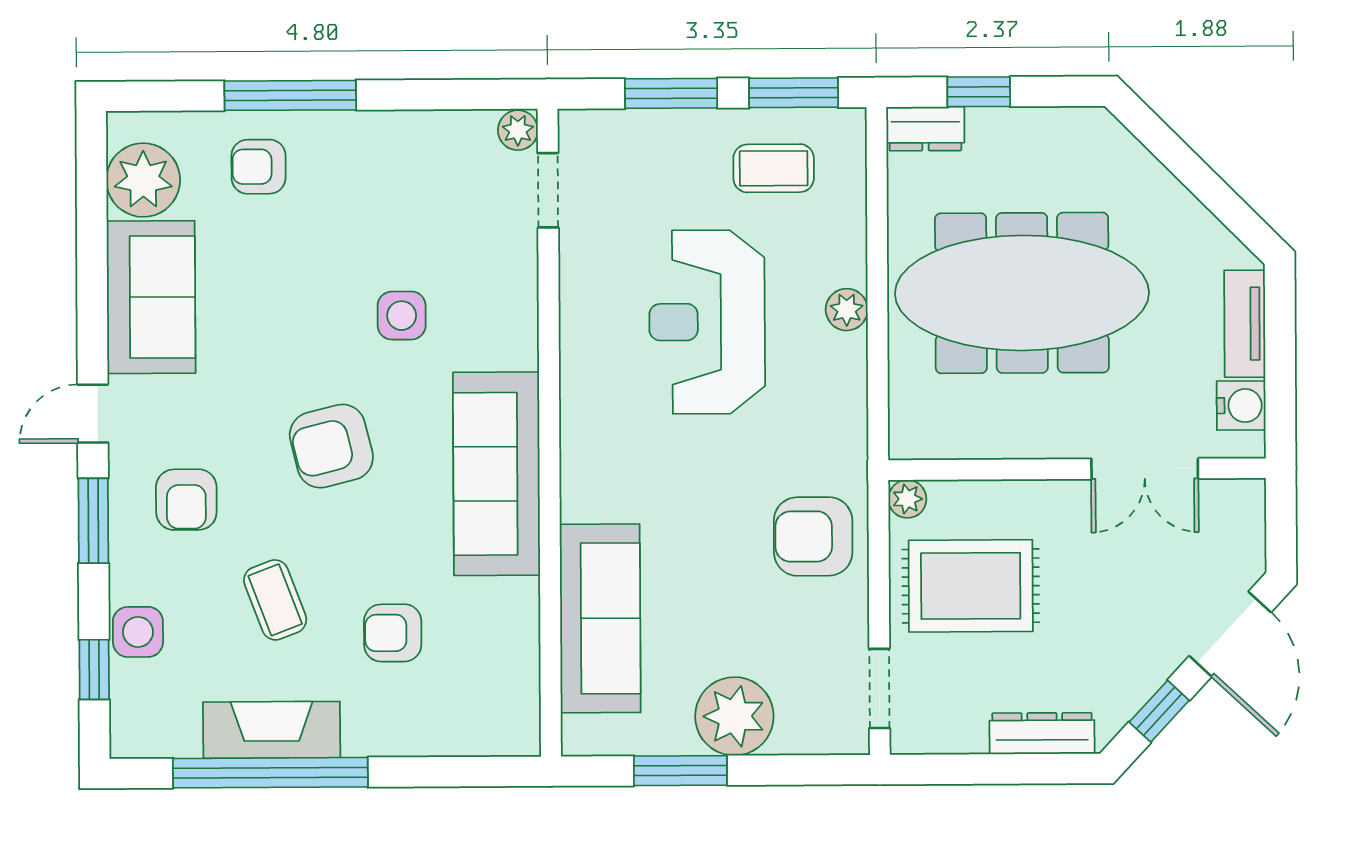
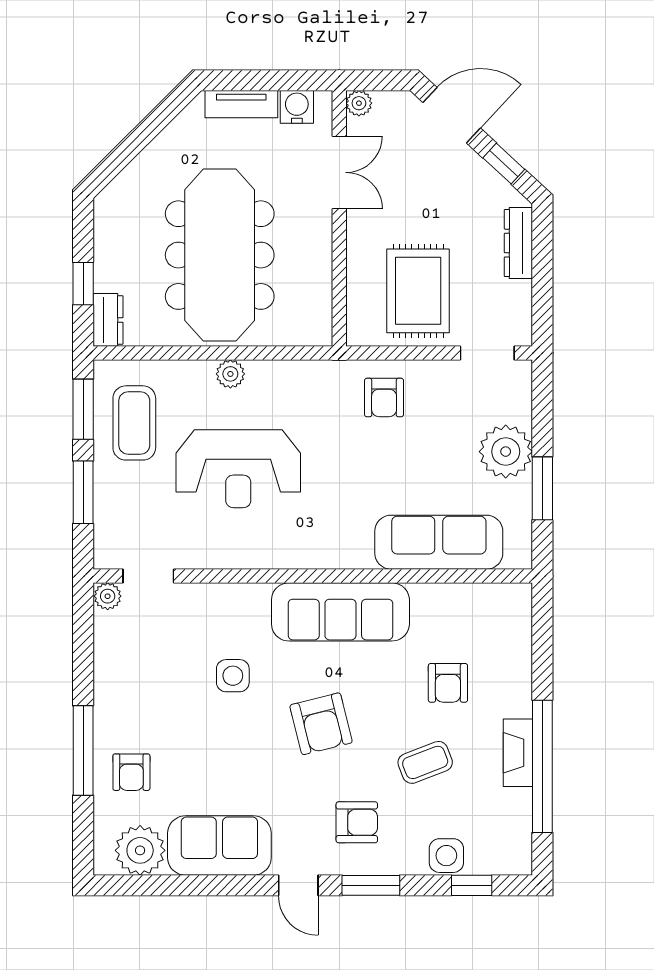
coffee table: (774, 168) -> (134, 423), width x1.36, depth x1.30
plant: (907, 499) -> (359, 103), moved
armchair: (813, 536) -> (384, 397), width x0.72, depth x0.72
fireplace: (272, 730) -> (518, 753), width x0.73, depth x0.76

